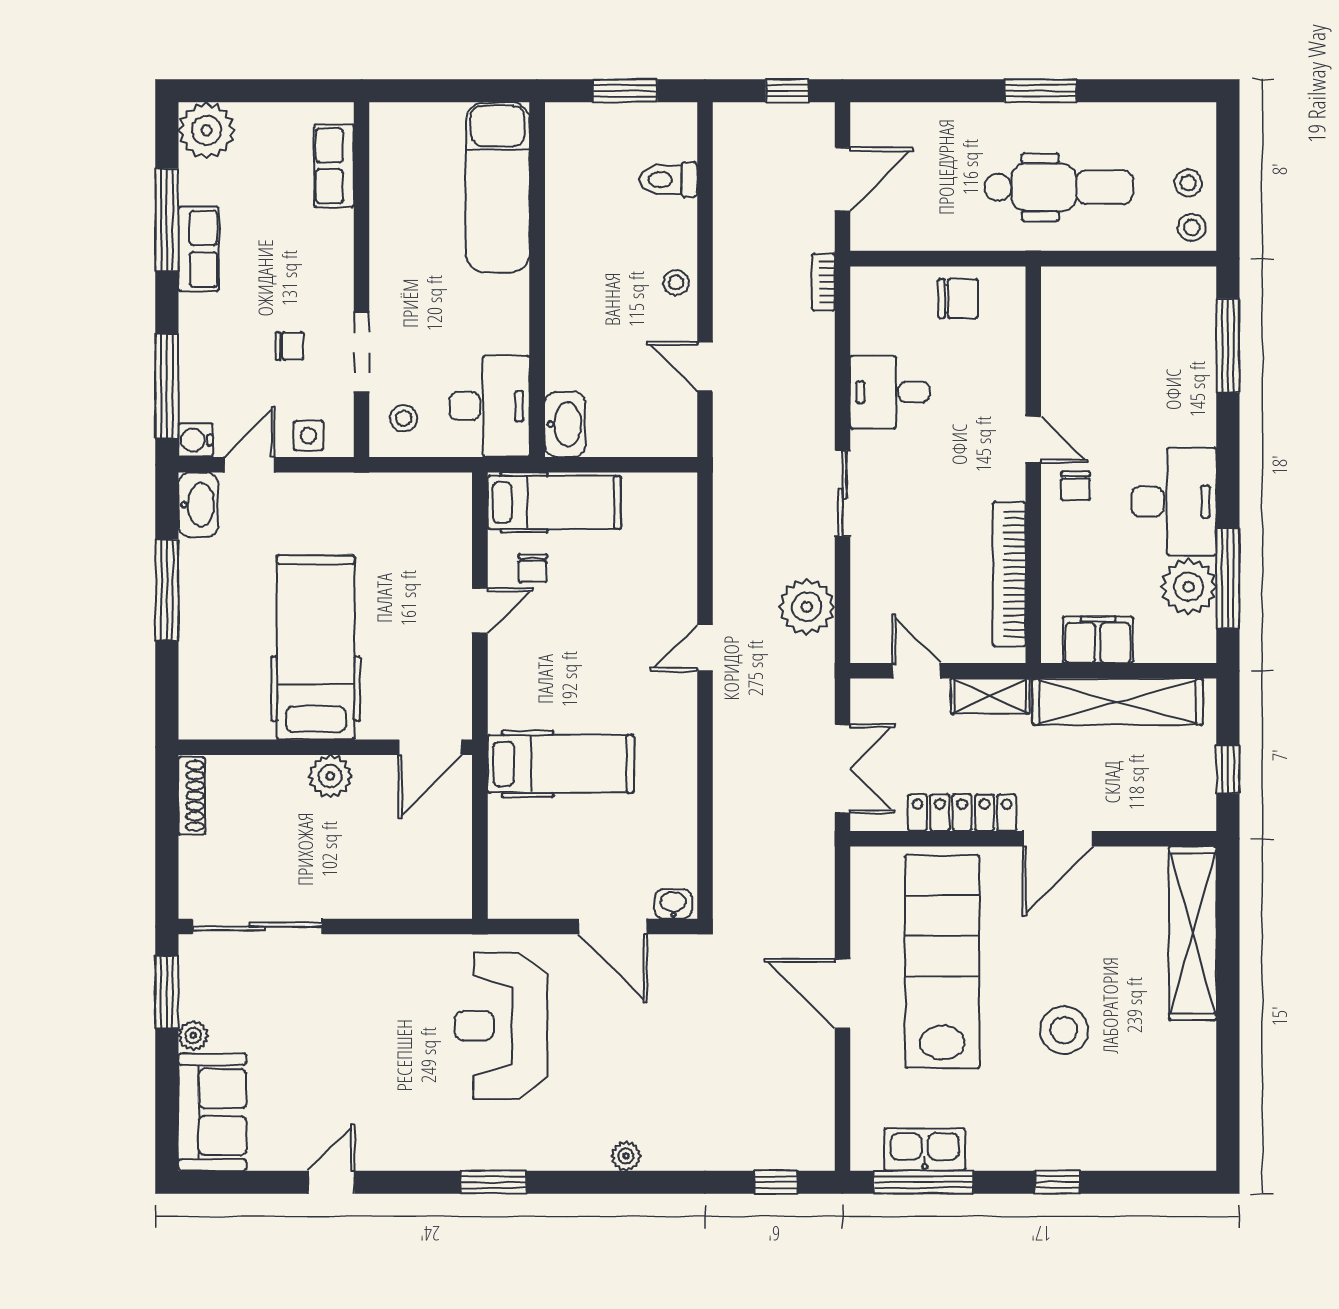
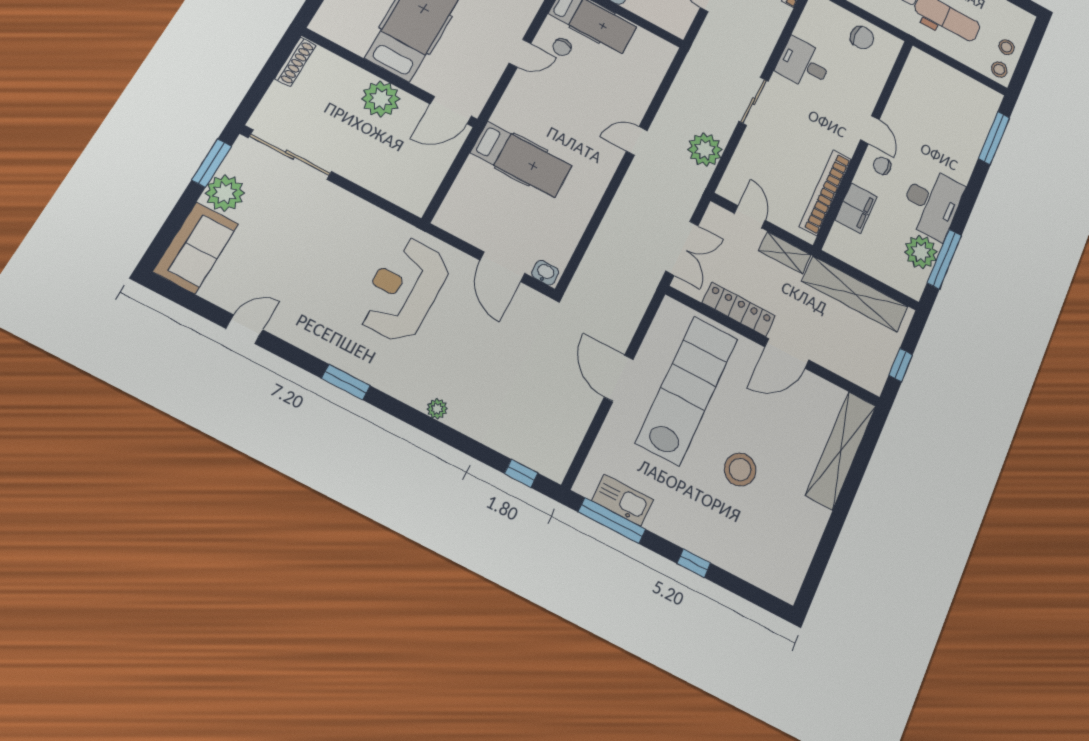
chair: (1076, 486) -> (882, 166), turned 90
filing cabinet: (1098, 640) -> (856, 208), moved, turned 90
plant: (330, 776) -> (381, 99), width x1.36, depth x1.36
plant: (193, 1035) -> (225, 193), width x1.88, depth x1.88

